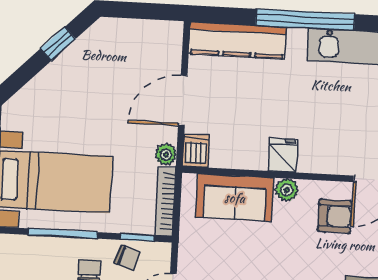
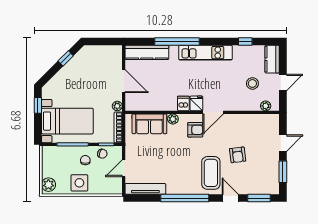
door: (183, 101) -> (124, 81), swing flipped
dishwasher: (196, 151) -> (183, 103), moved
fridge: (283, 155) -> (196, 103), moved

